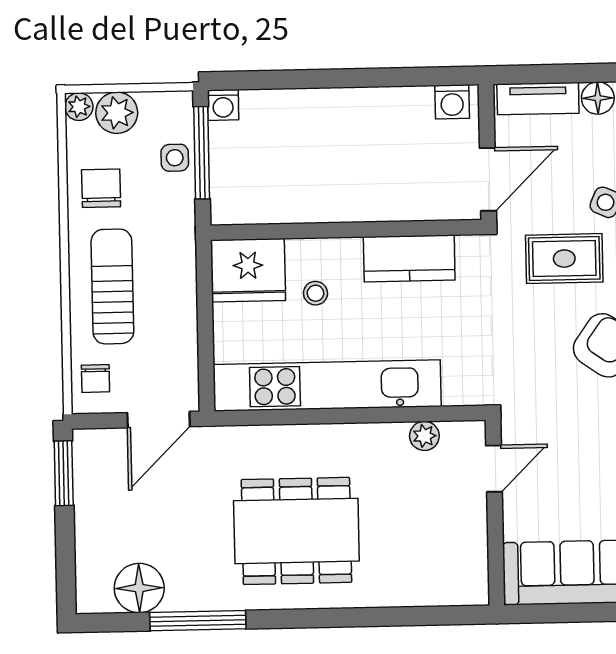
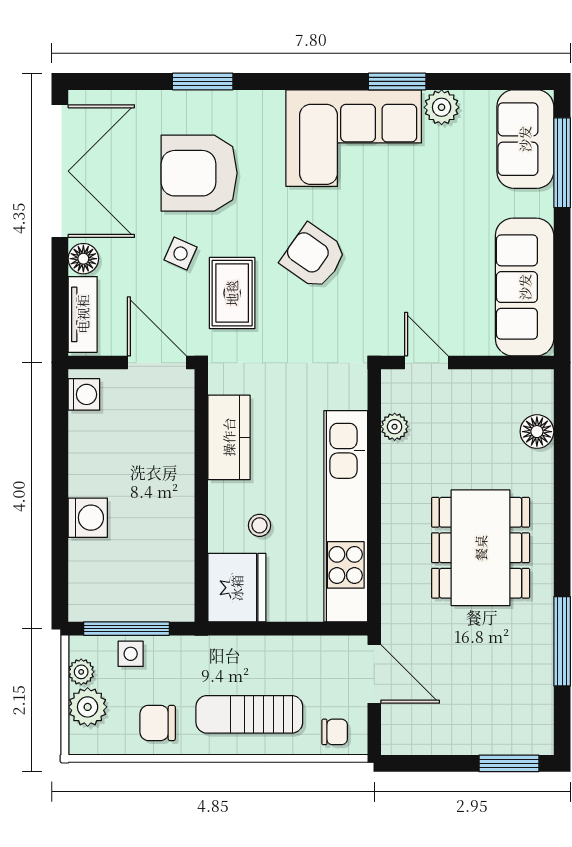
washing machine: (223, 105) -> (88, 518), moved, width x1.38, depth x1.38
plant: (79, 107) -> (81, 672), moved
window: (64, 473) -> (509, 763), moved
floor lamp: (139, 588) -> (537, 432), moved, width x0.73, depth x0.73

